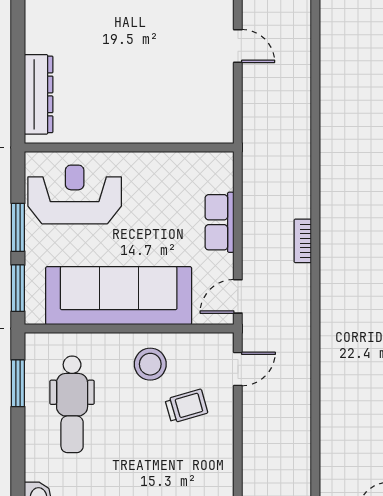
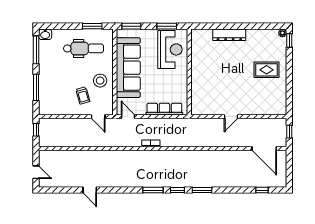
dresser: (39, 94) -> (229, 35), moved
row of seats: (220, 222) -> (164, 109), width x1.48
window: (18, 227) -> (167, 26), moved
dental chair: (72, 404) -> (84, 48), turned 180

